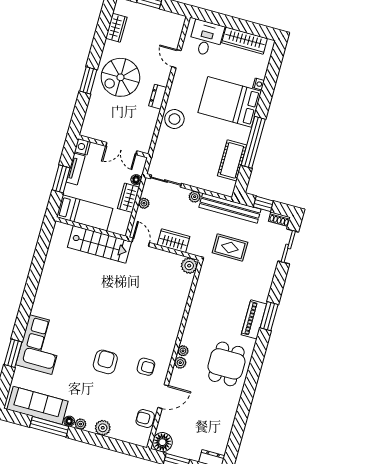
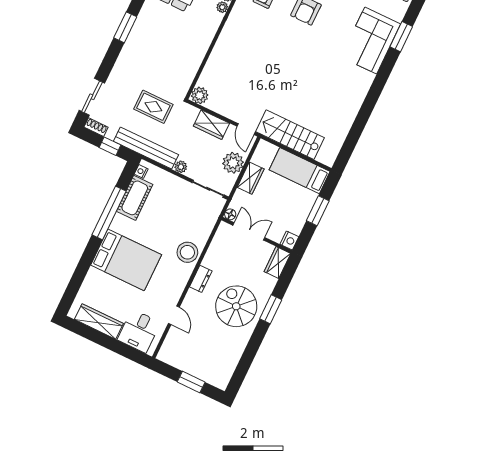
wardrobe: (116, 28) -> (277, 263), moved
spiral stairs: (120, 77) -> (236, 306), turned -90
nightstand: (259, 84) -> (141, 171), moved
tv unit: (76, 169) -> (301, 218), removed
floor lamp: (136, 180) -> (230, 214), moved
plant: (144, 203) -> (233, 163), width x1.87, depth x1.87
piano: (254, 319) -> (142, 27), removed

